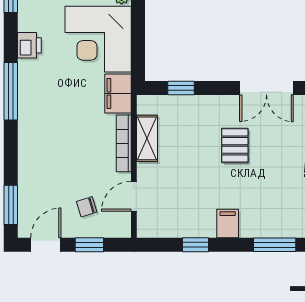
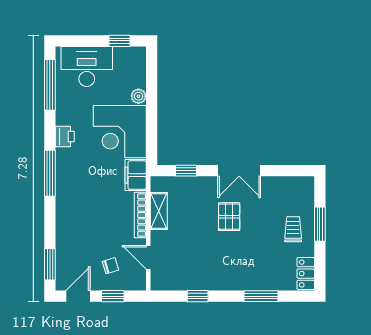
double door: (266, 88) -> (239, 171), moved
door: (134, 196) -> (148, 257), hinge flipped
chair: (87, 207) -> (110, 266), turned 180
filing cabinet: (228, 224) -> (223, 279), removed

